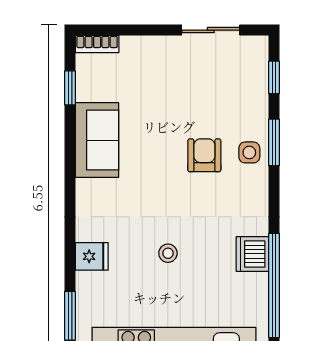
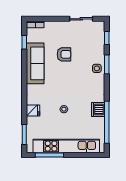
sofa: (97, 140) -> (35, 63), width x1.36
armchair: (204, 155) -> (64, 54), moved, turned 90

